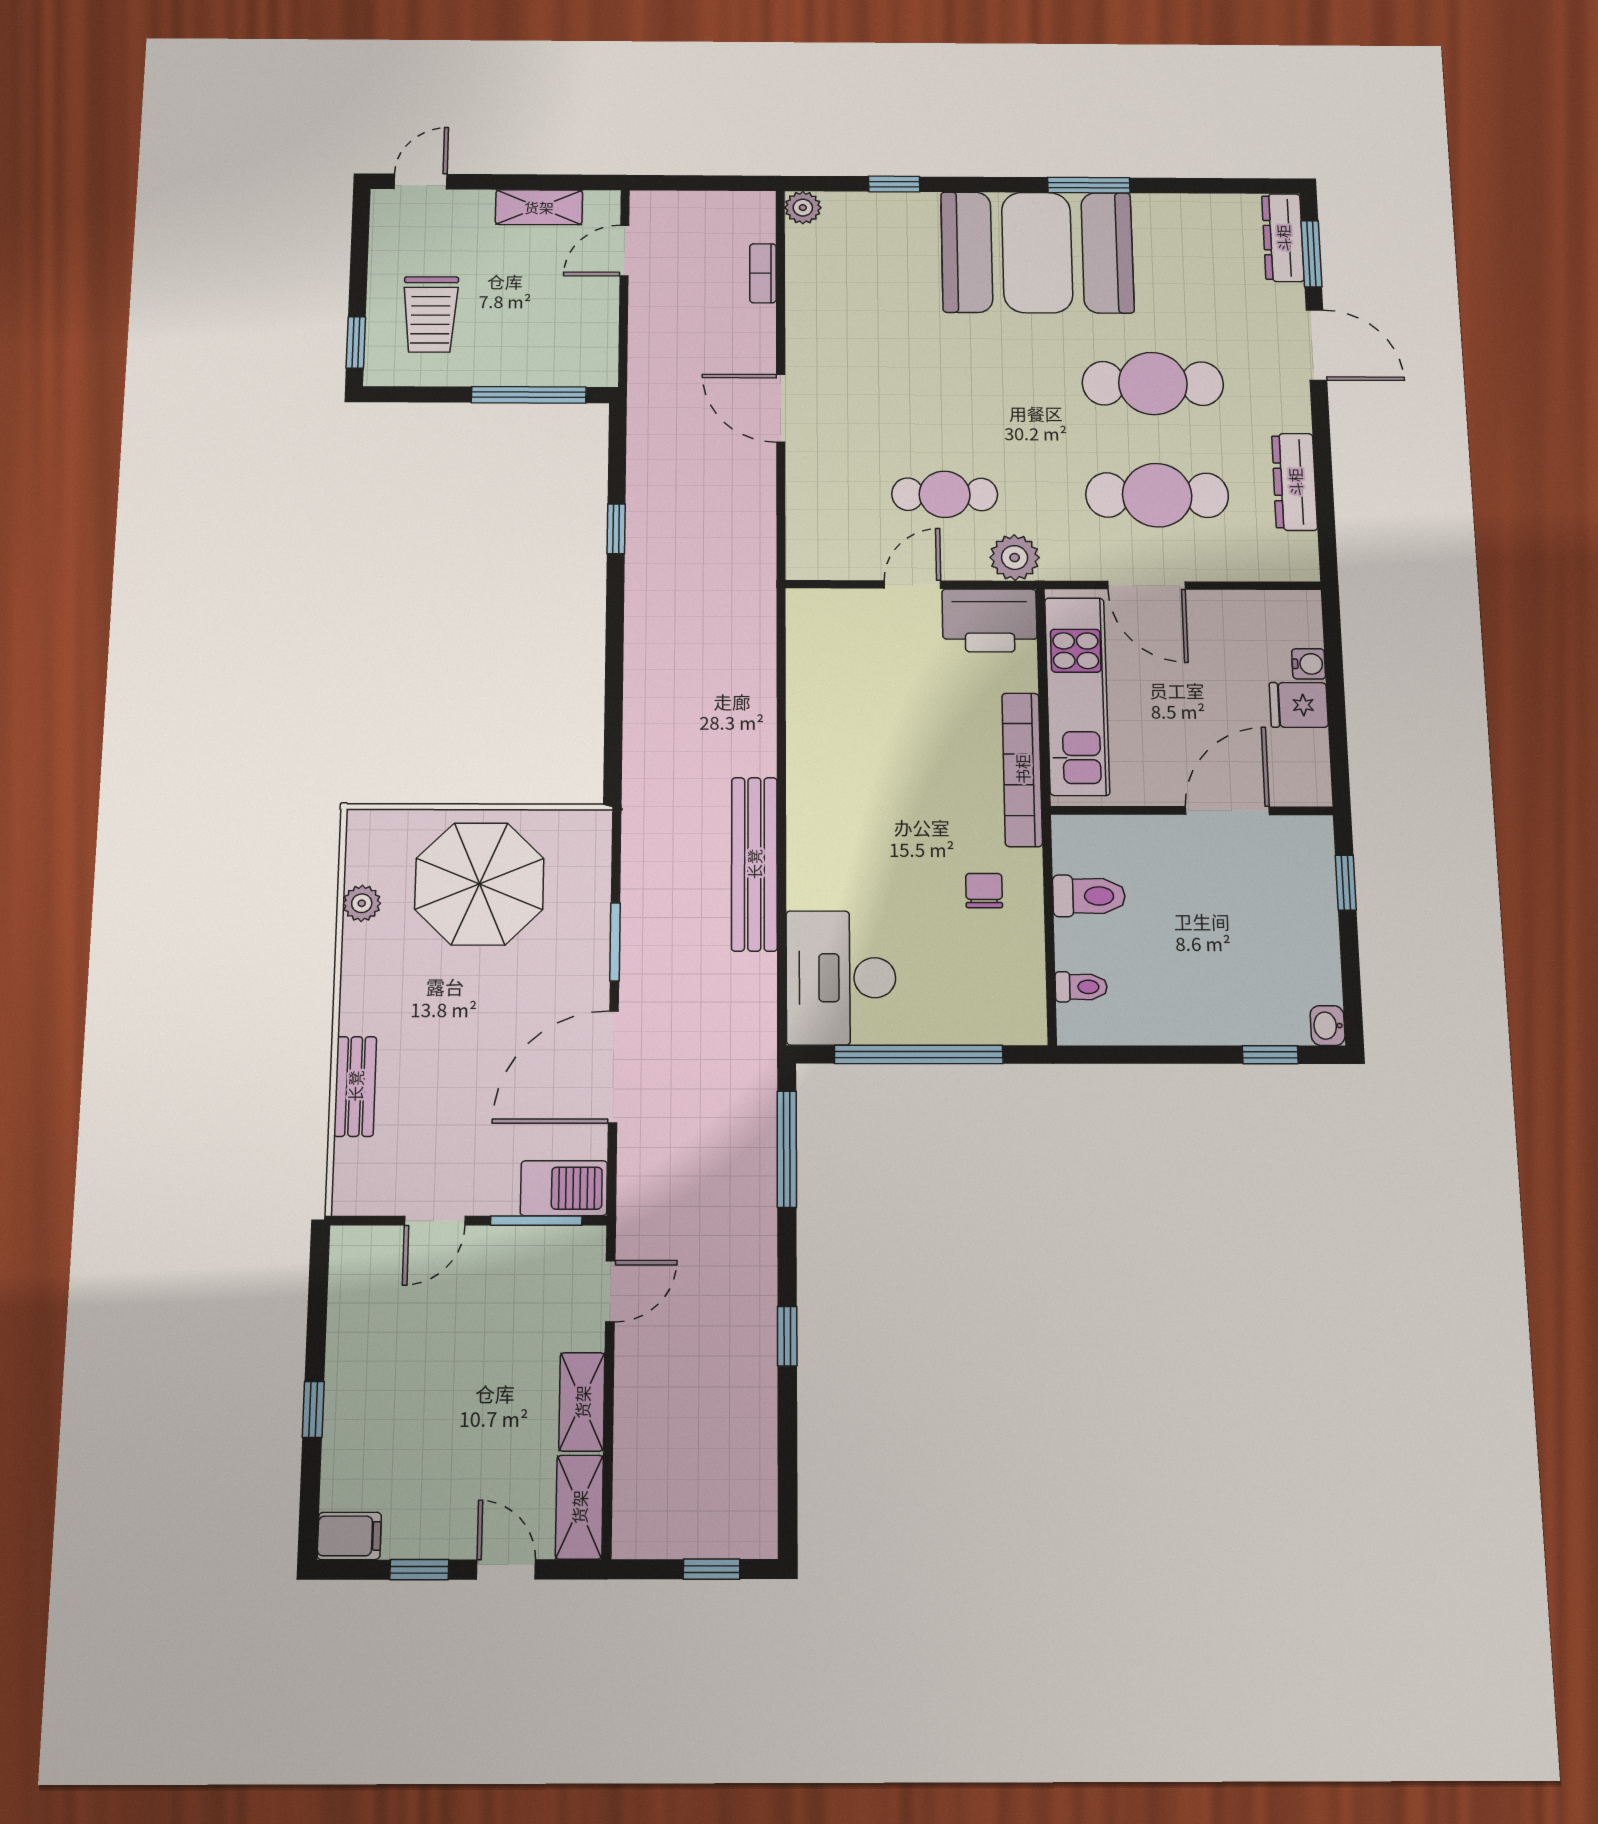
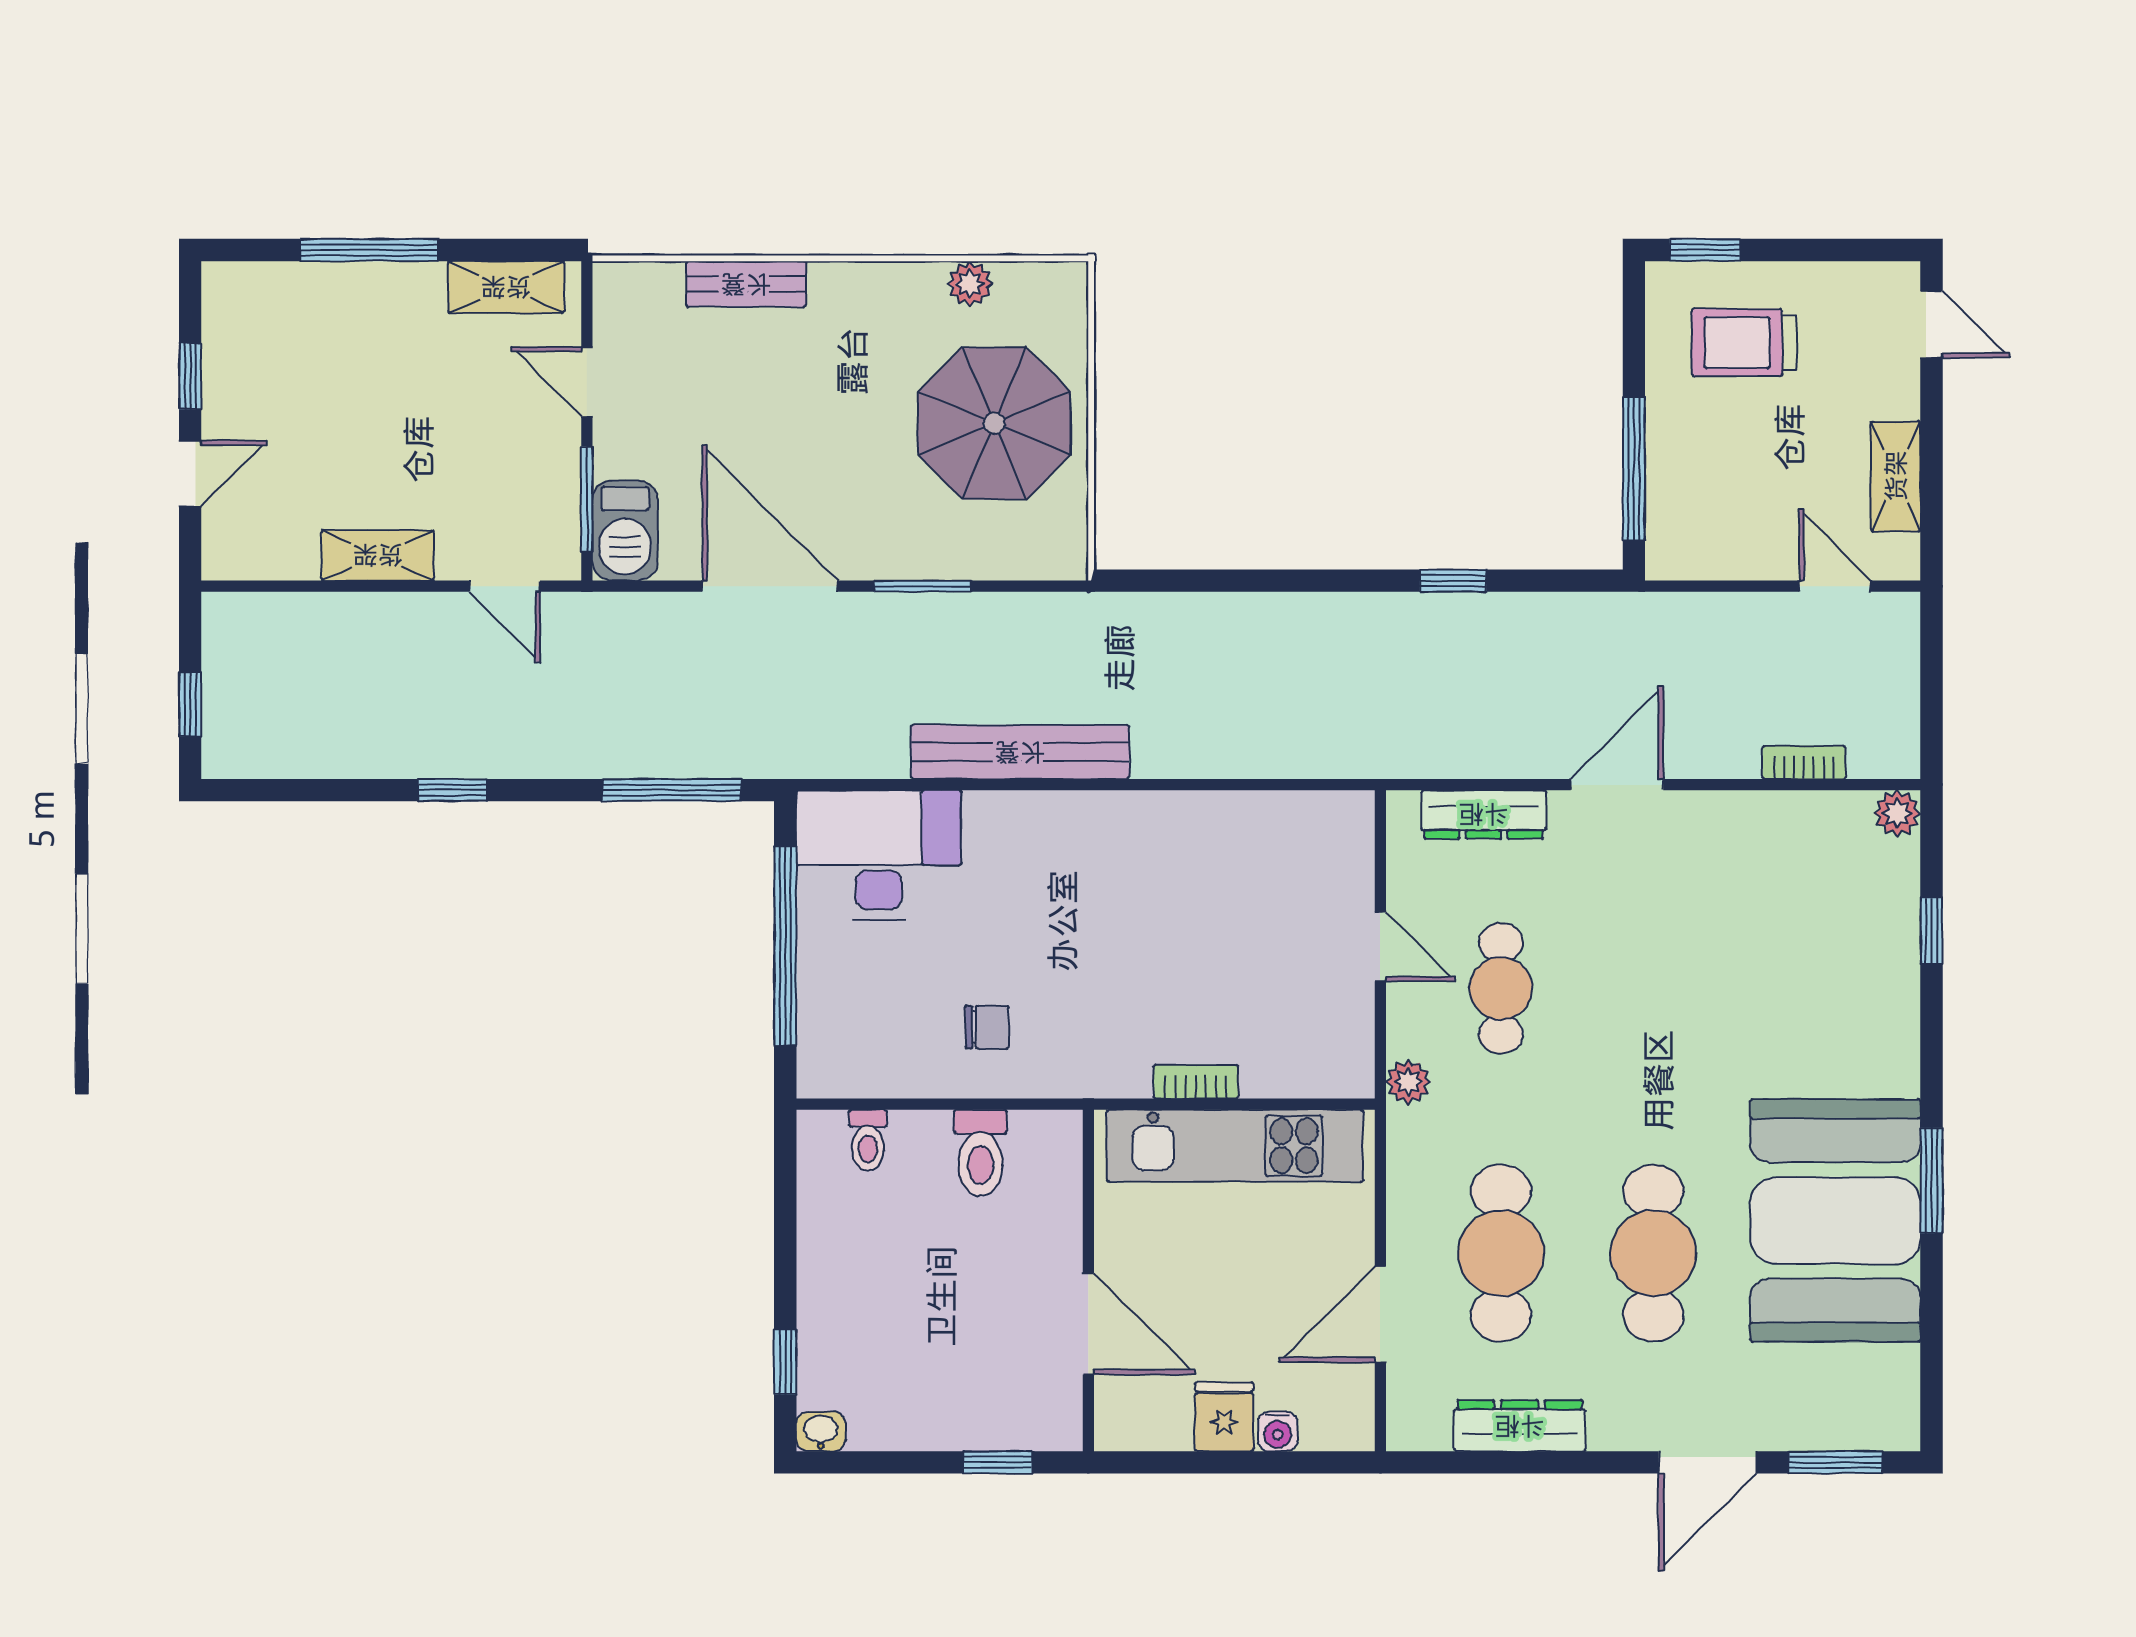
dresser: (1283, 238) -> (1484, 814), moved, turned 180
booth: (1037, 252) -> (1835, 1221), moved
plant: (1015, 558) -> (1408, 1082), width x0.73, depth x0.73
door: (1147, 585) -> (1380, 1314), moved
printer: (990, 620) -> (1333, 1041), removed
bookcase: (1022, 769) -> (1196, 1082), width x0.43, depth x0.76
window: (313, 1409) -> (369, 250), width x2.17
shelving: (579, 1507) -> (506, 287), moved
filing cabinet: (349, 1536) -> (227, 296), removed

